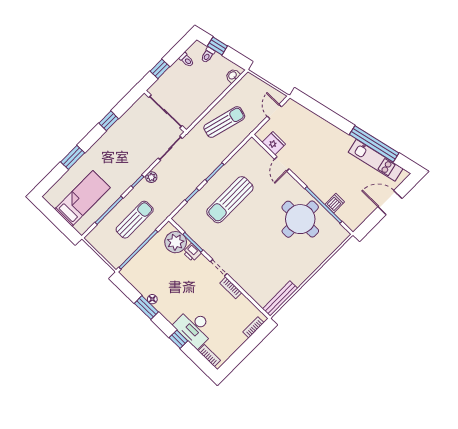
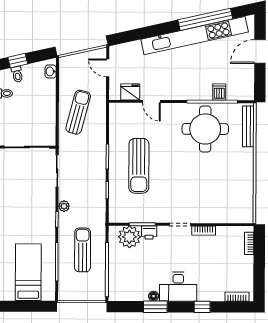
kitchen unit: (376, 160) -> (195, 36), width x1.86
bench: (280, 299) -> (248, 126), moved
desk: (194, 328) -> (178, 287), moved

